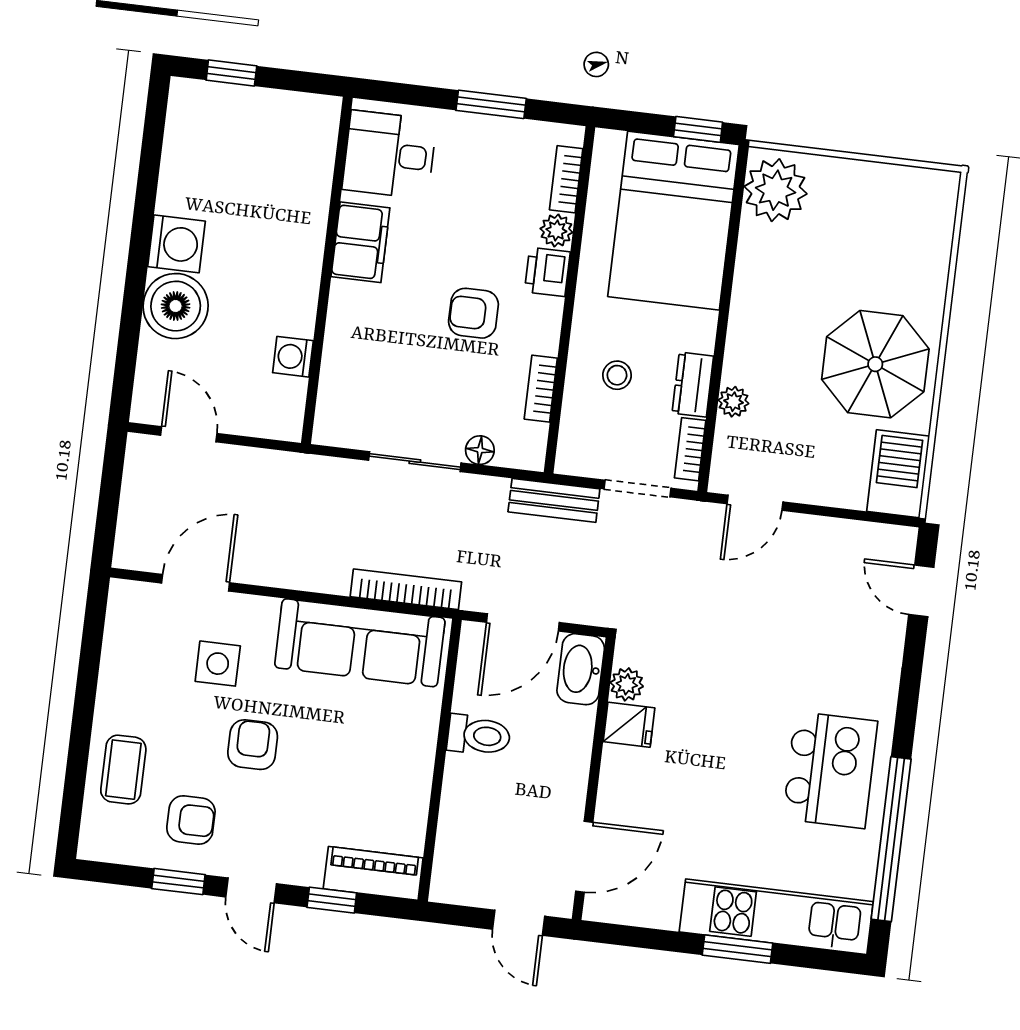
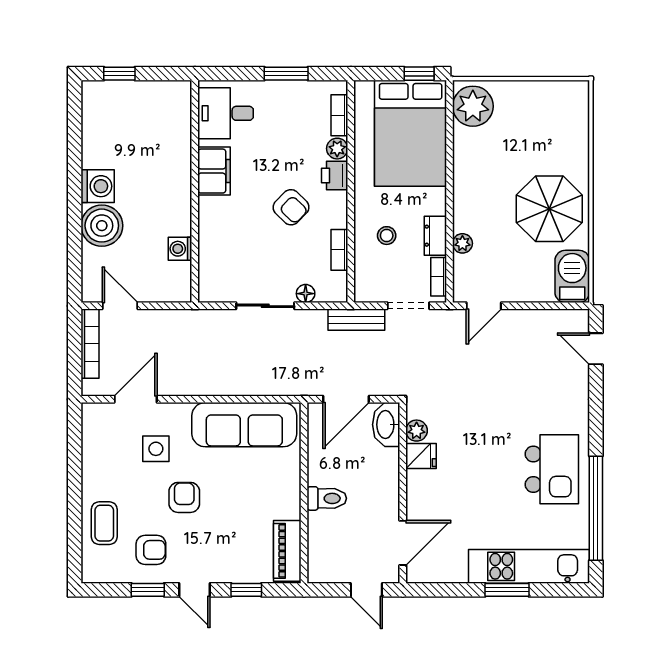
armchair: (473, 313) -> (291, 207), turned -136
bookcase: (406, 589) -> (90, 344), moved, turned 90
toilet: (479, 735) -> (327, 498), moved
piano: (373, 873) -> (287, 551), moved, turned -90

